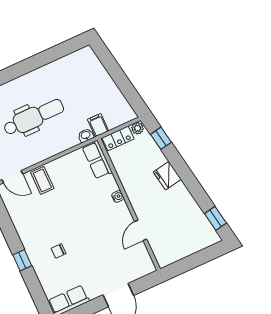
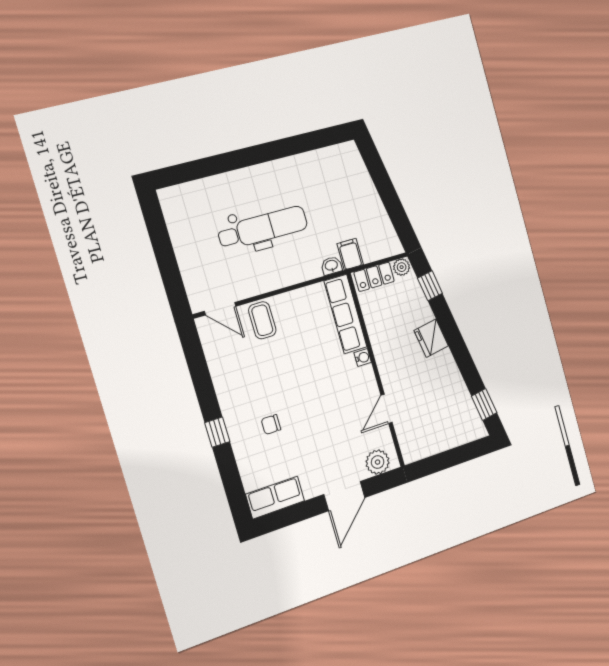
row of seats: (97, 160) -> (345, 314), width x1.48
plant: (139, 269) -> (378, 462), added

